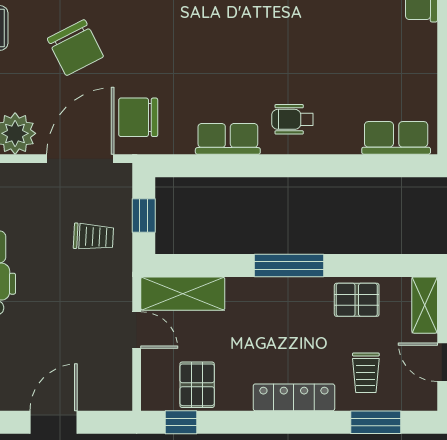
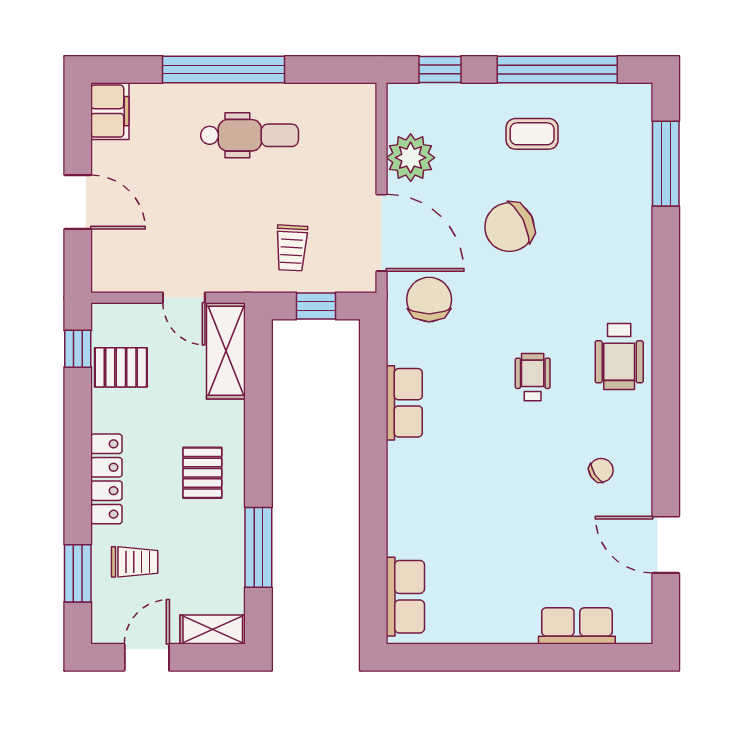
wheelchair: (292, 119) -> (533, 377), moved
window: (289, 265) -> (258, 547), moved
pallet: (357, 300) -> (202, 473), moved
door: (137, 330) -> (184, 298), hinge flipped
trolley: (366, 373) -> (135, 562), turned 180

